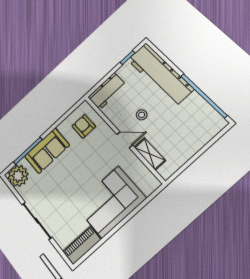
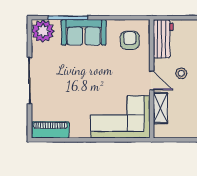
workbench: (107, 91) -> (163, 39), moved, turned -90
corner sofa: (110, 202) -> (120, 117), moved

